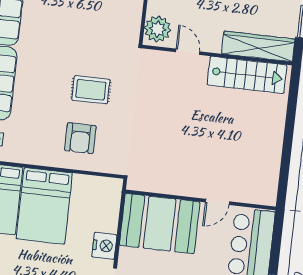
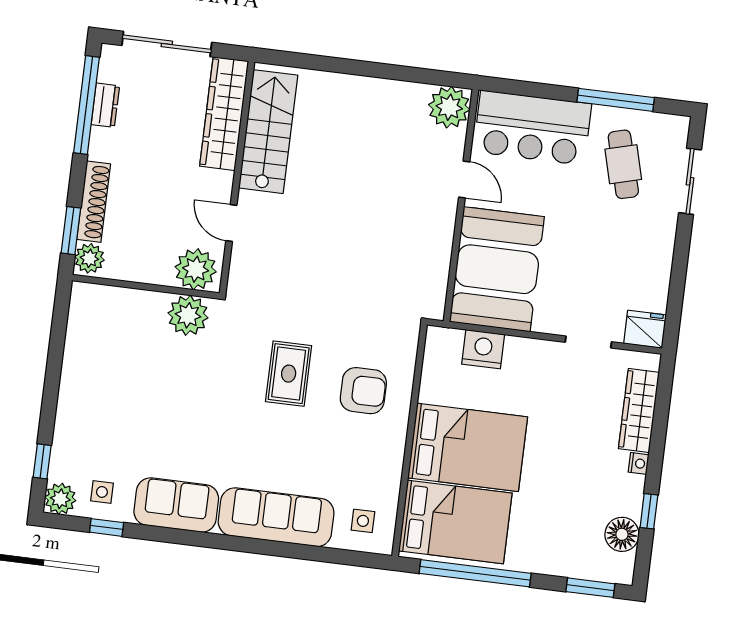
plant: (128, 24) -> (188, 315), added
door: (188, 52) -> (231, 223), hinge flipped
plant: (264, 192) -> (449, 107), added
nightstand: (104, 246) -> (483, 349), moved

